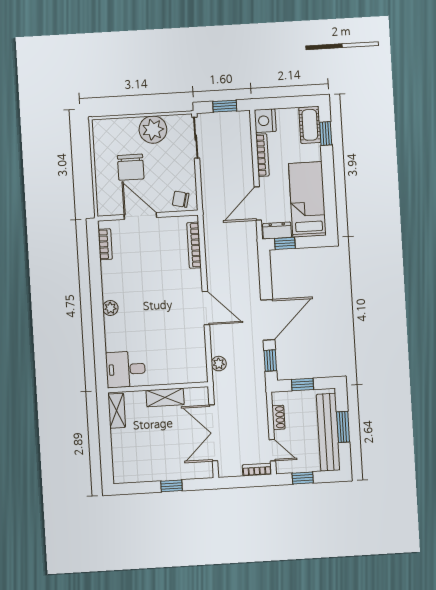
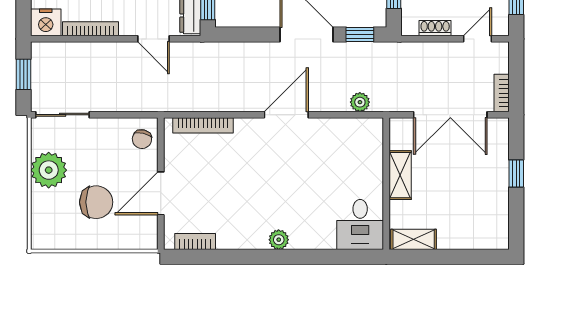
door: (258, 204) -> (153, 39), width x0.73
bookcase: (257, 470) -> (502, 93), moved

